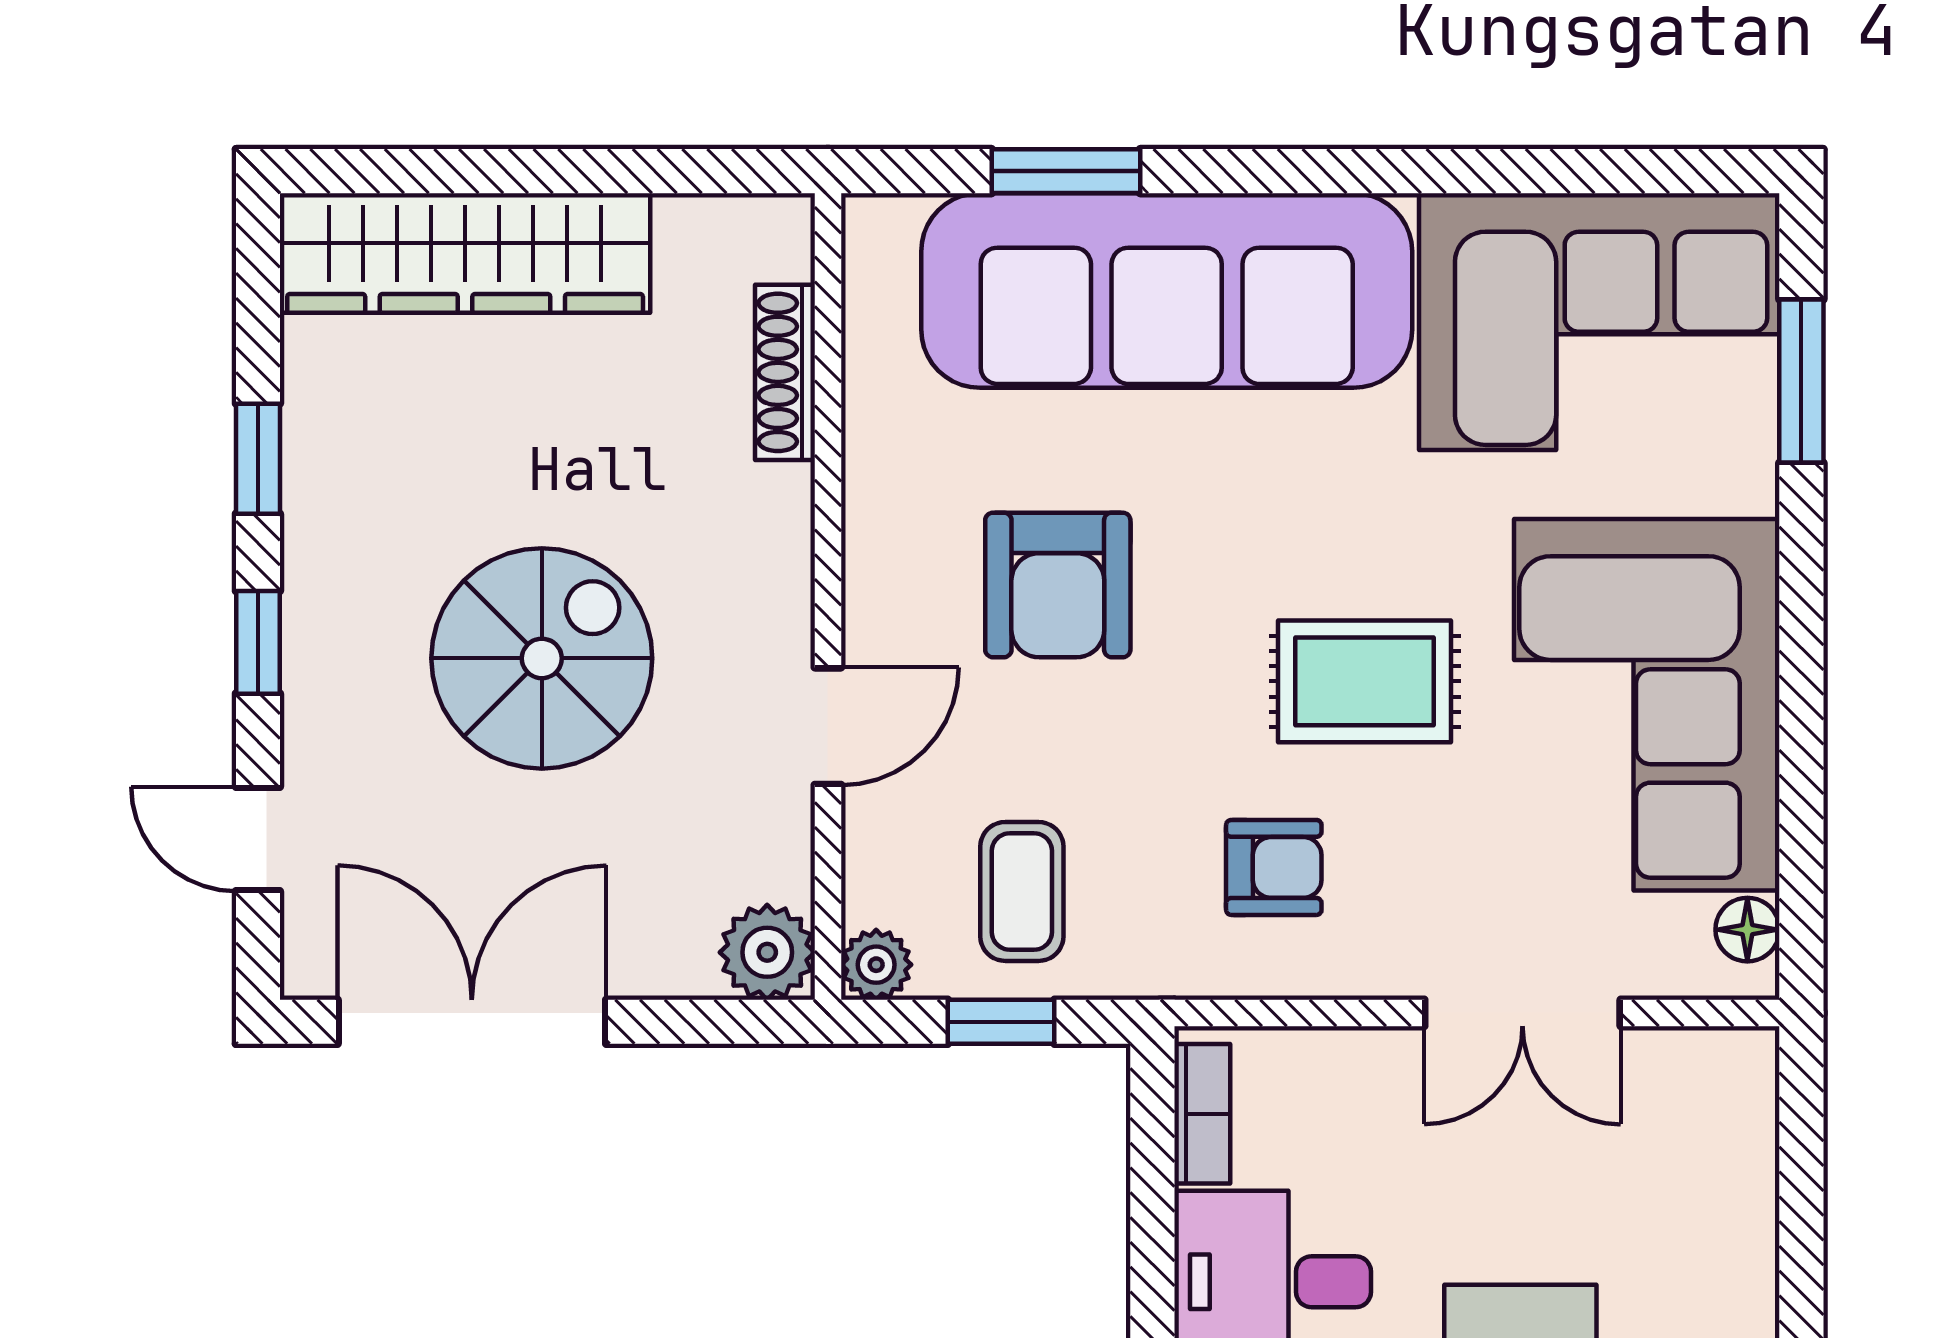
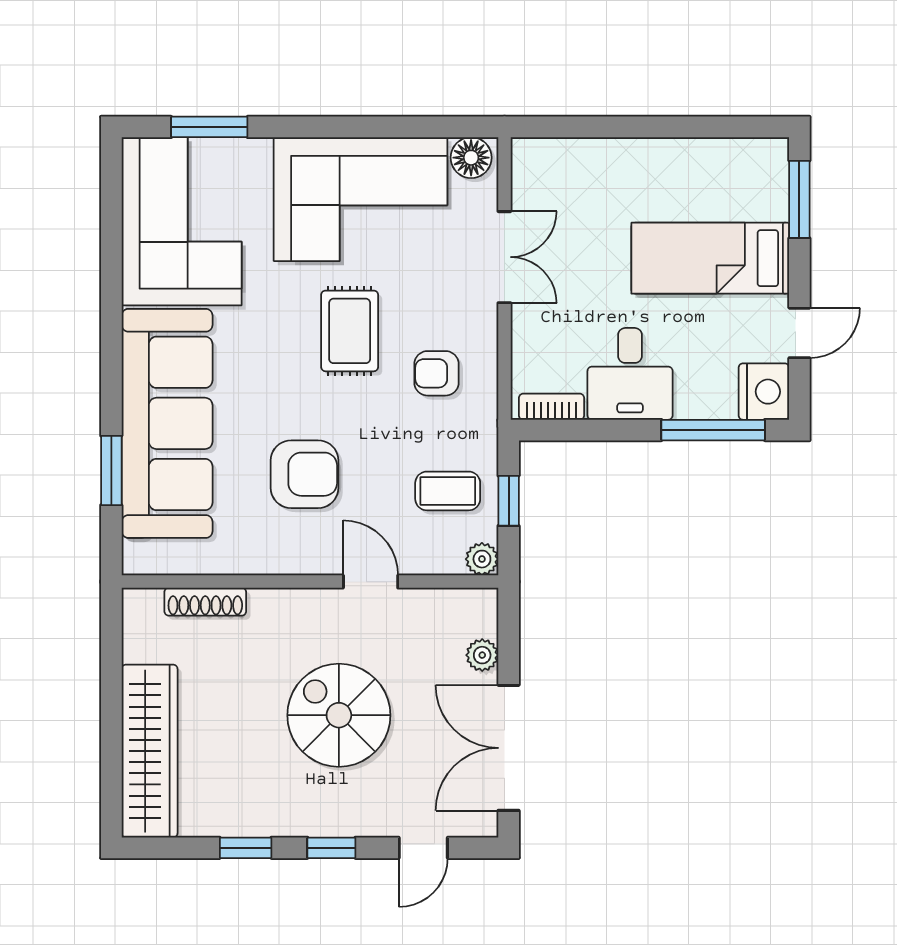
armchair: (1274, 867) -> (437, 373), turned -90
floor lamp: (1747, 930) -> (471, 158), width x1.37, depth x1.37
plant: (767, 952) -> (482, 655), moved, width x0.73, depth x0.73

